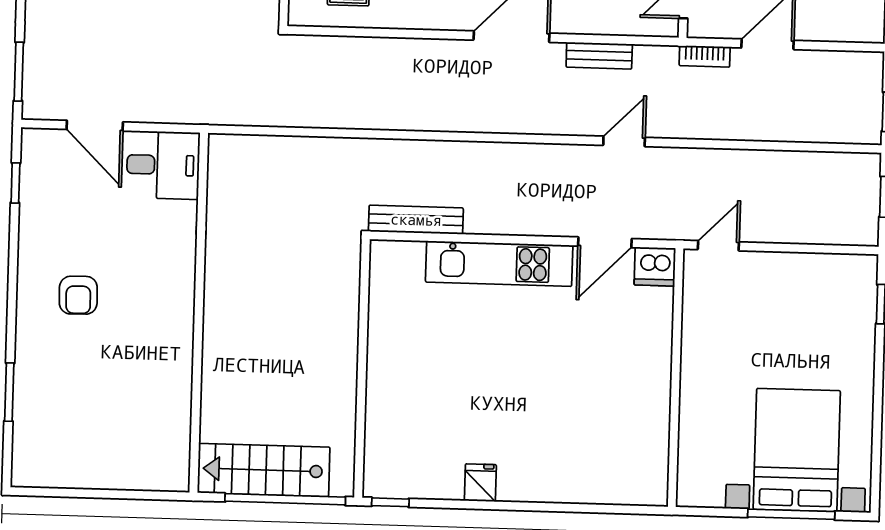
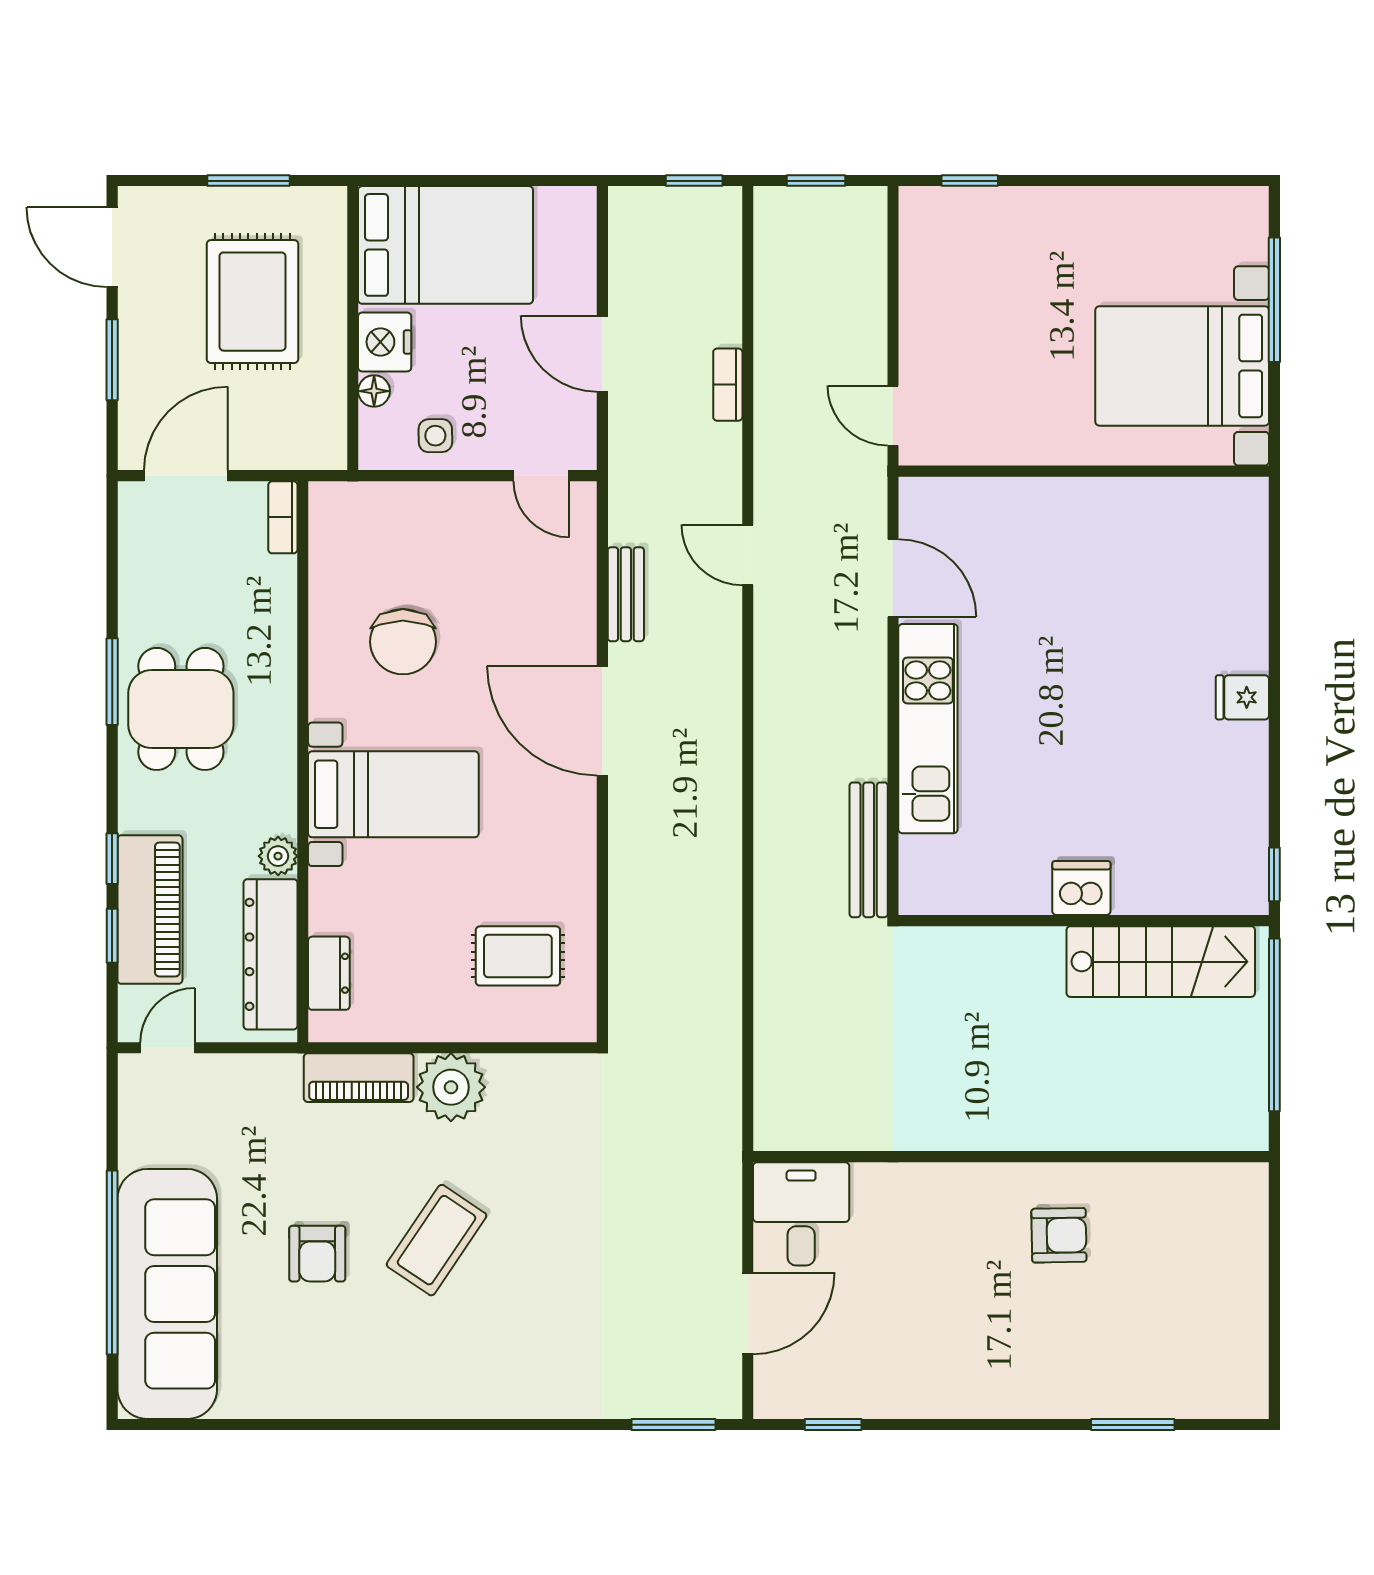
bookcase: (705, 56) -> (728, 385), moved, turned 180
dishwasher: (655, 267) -> (1081, 888), moved, turned -90
armchair: (78, 295) -> (1059, 1235), moved
bed with nightstands: (797, 450) -> (1182, 366), moved
stairs: (264, 470) -> (1161, 962), moved, turned -90
fridge: (480, 483) -> (1242, 697), moved

